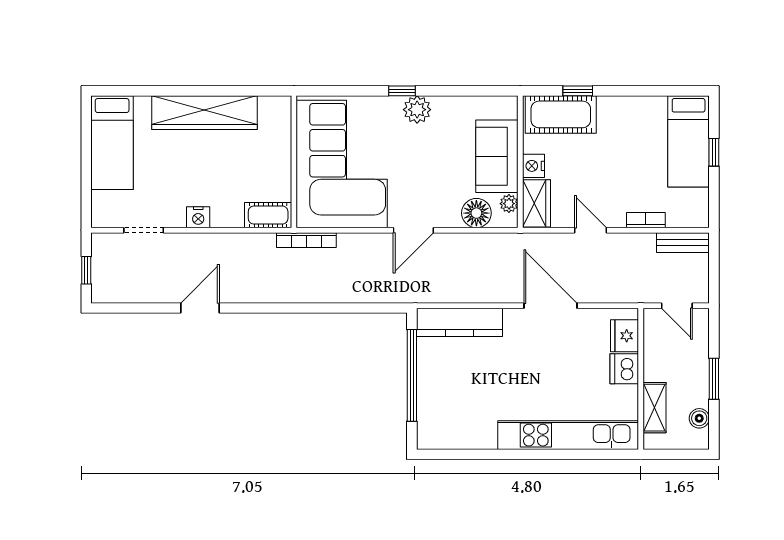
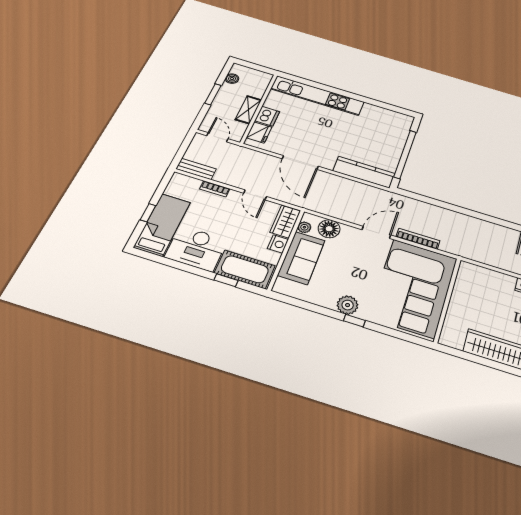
desk: (632, 122) -> (196, 248), added
cot: (268, 215) -> (475, 272), removed
bookcase: (306, 240) -> (418, 239), moved
shelving: (654, 408) -> (248, 110), moved

